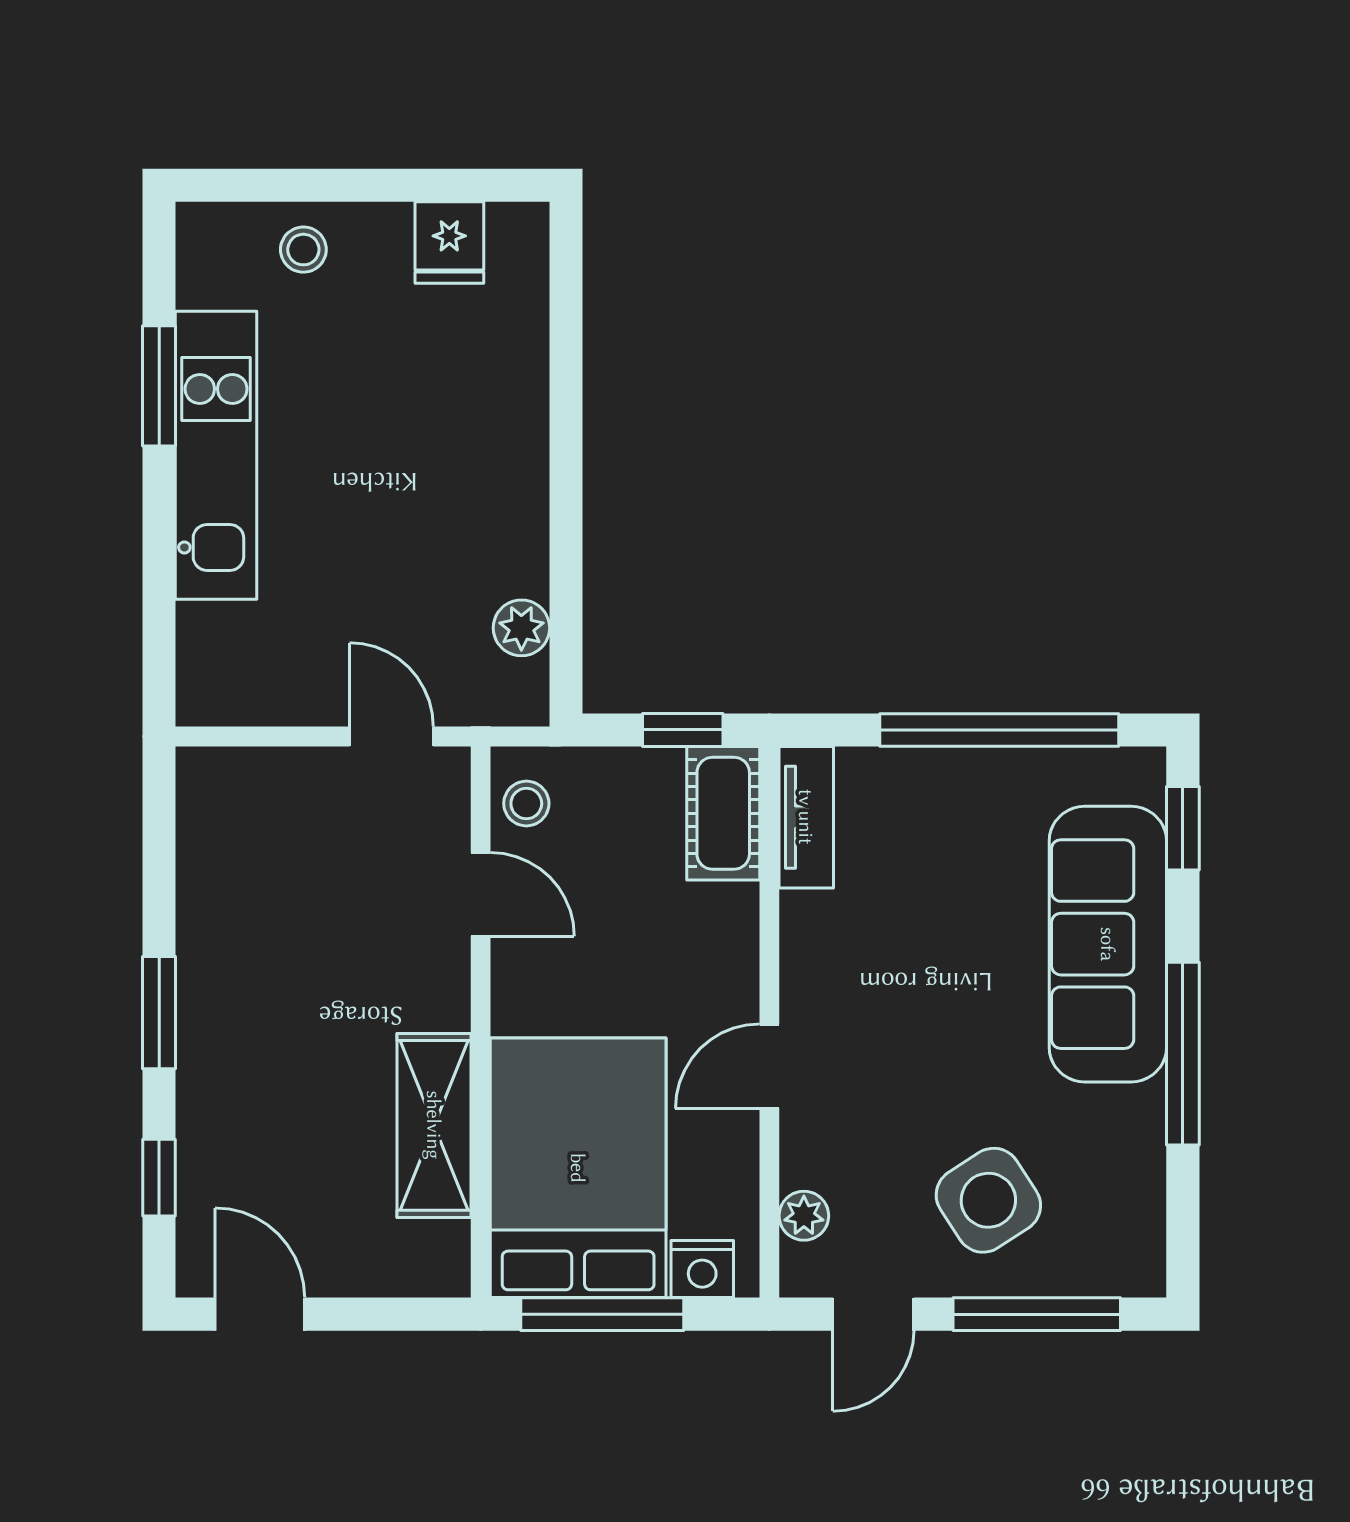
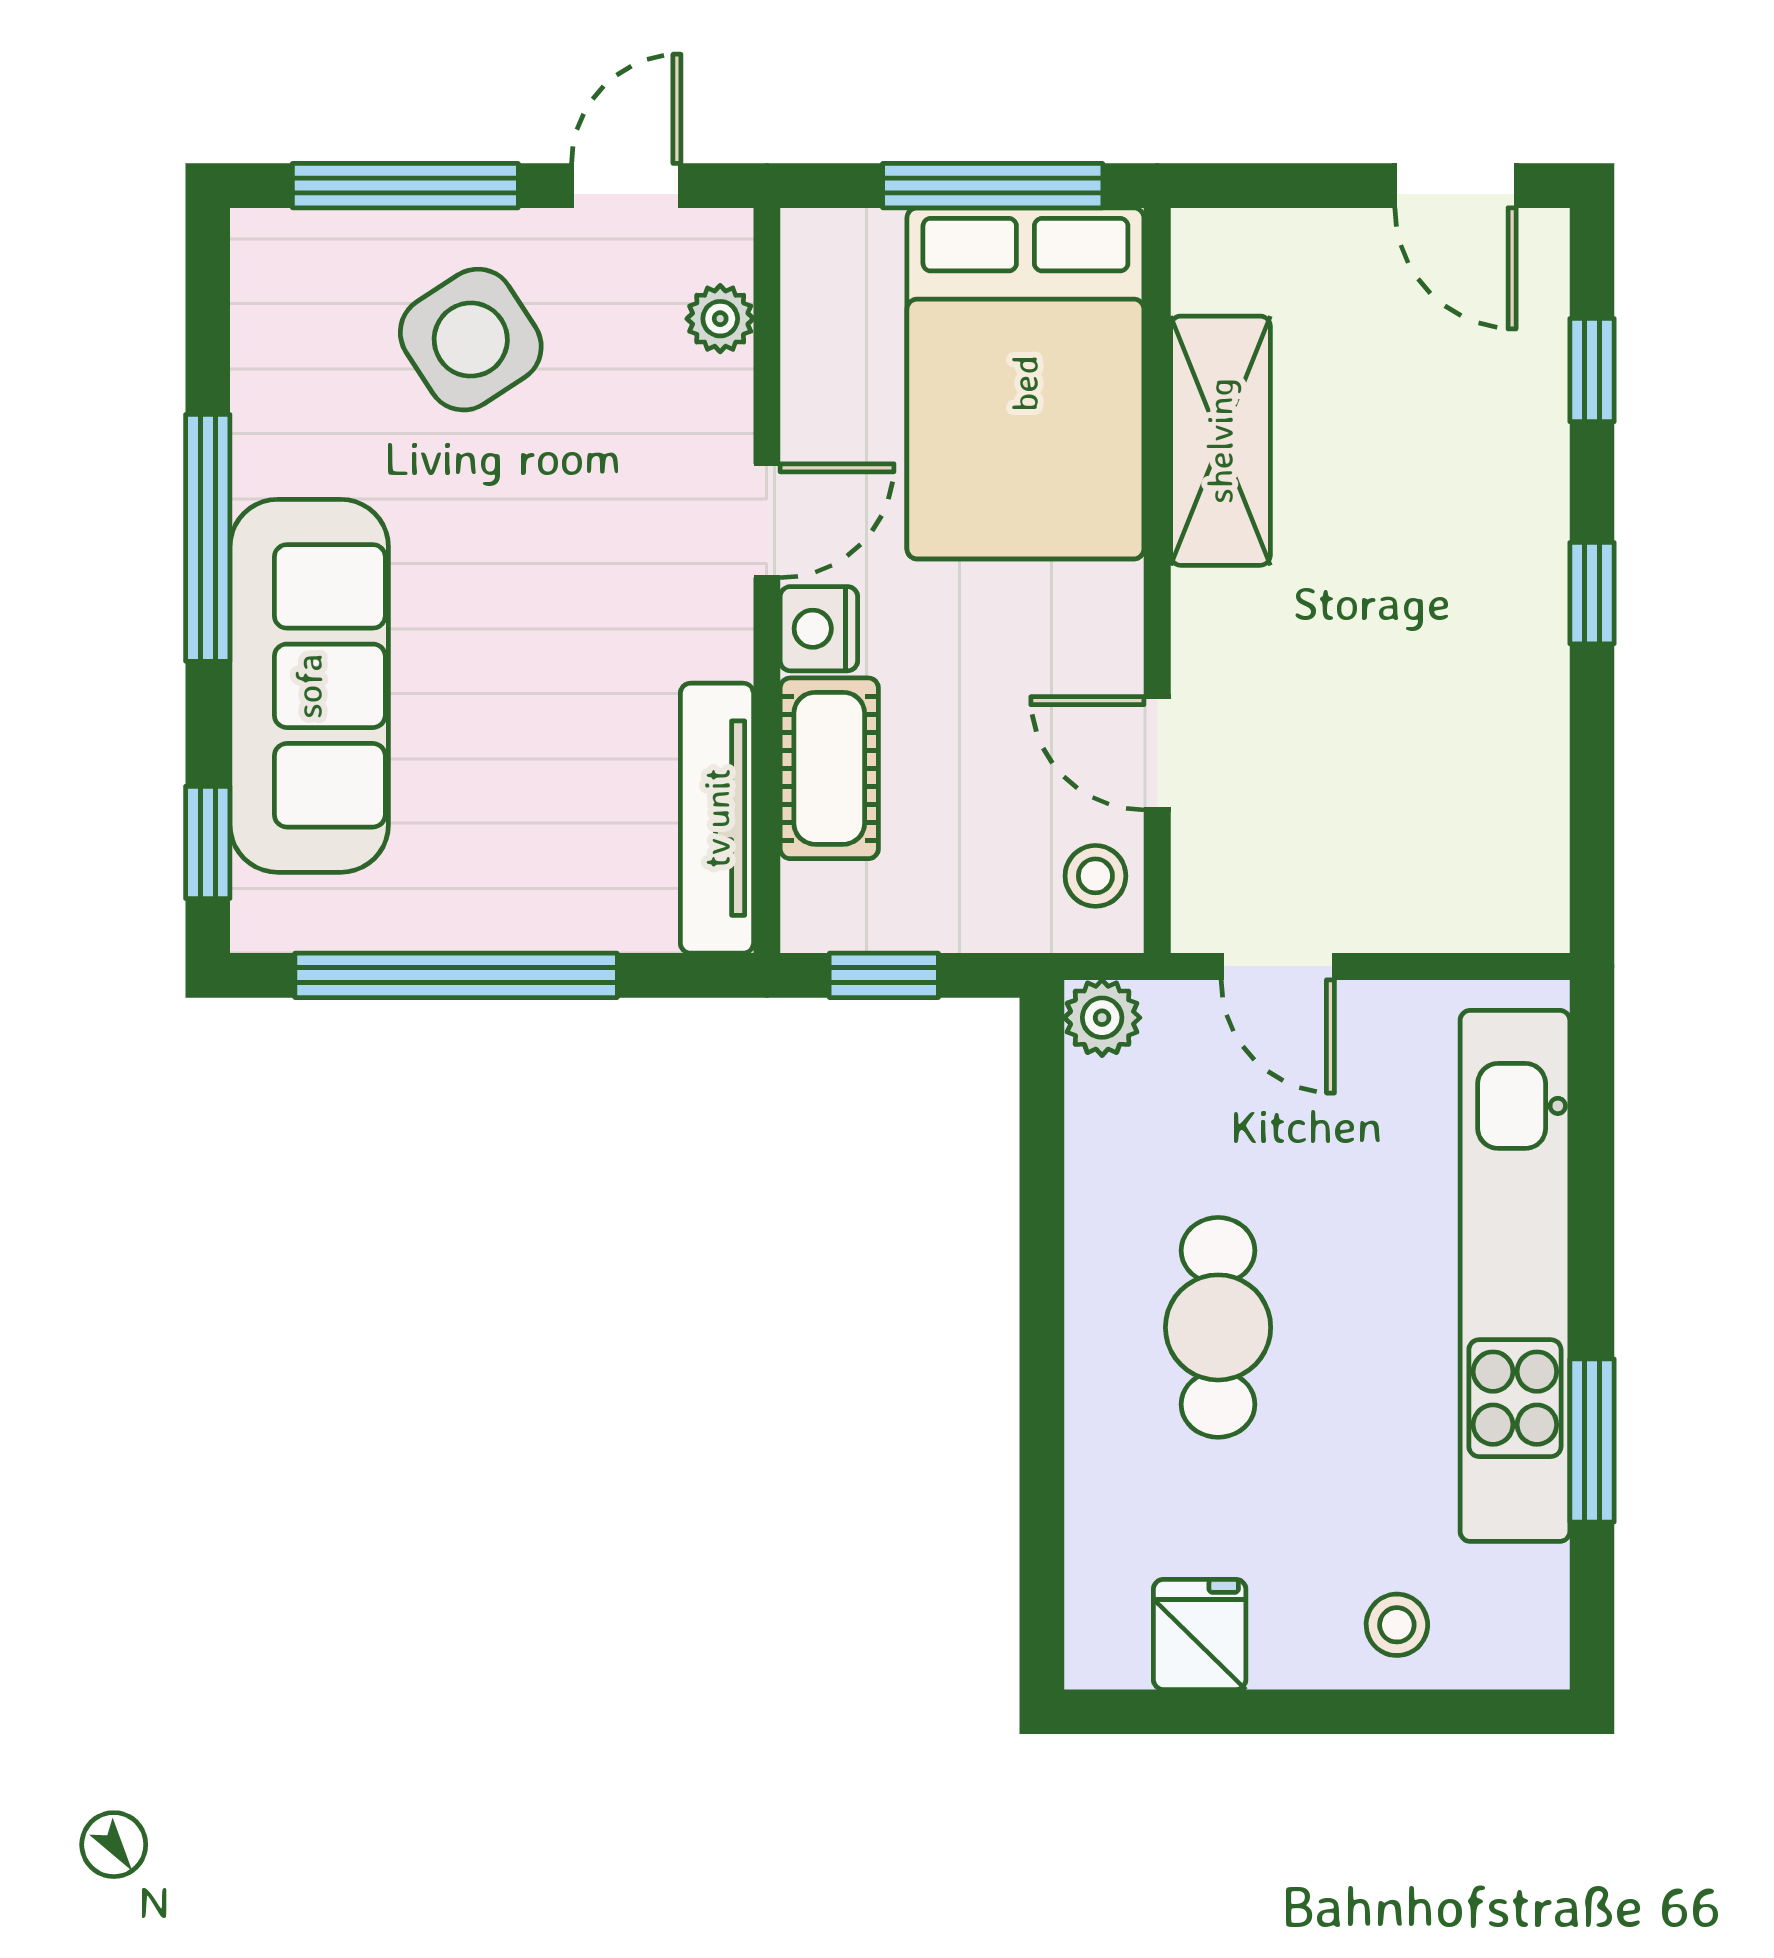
kitchen unit: (216, 455) -> (1515, 1276), width x1.36
cafe table: (436, 470) -> (1218, 1327), added
plant: (521, 628) -> (1102, 1018), moved
cot: (723, 813) -> (829, 768), moved
tv unit: (806, 817) -> (717, 818), width x1.41
window: (159, 1013) -> (1592, 593), width x0.67
nightstand: (702, 1269) -> (819, 629), moved, turned -90

